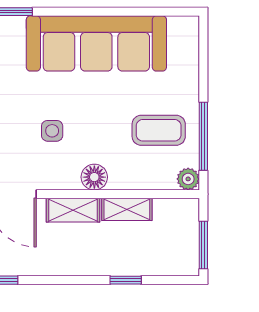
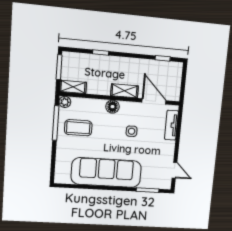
shelving: (127, 209) -> (73, 87), moved

